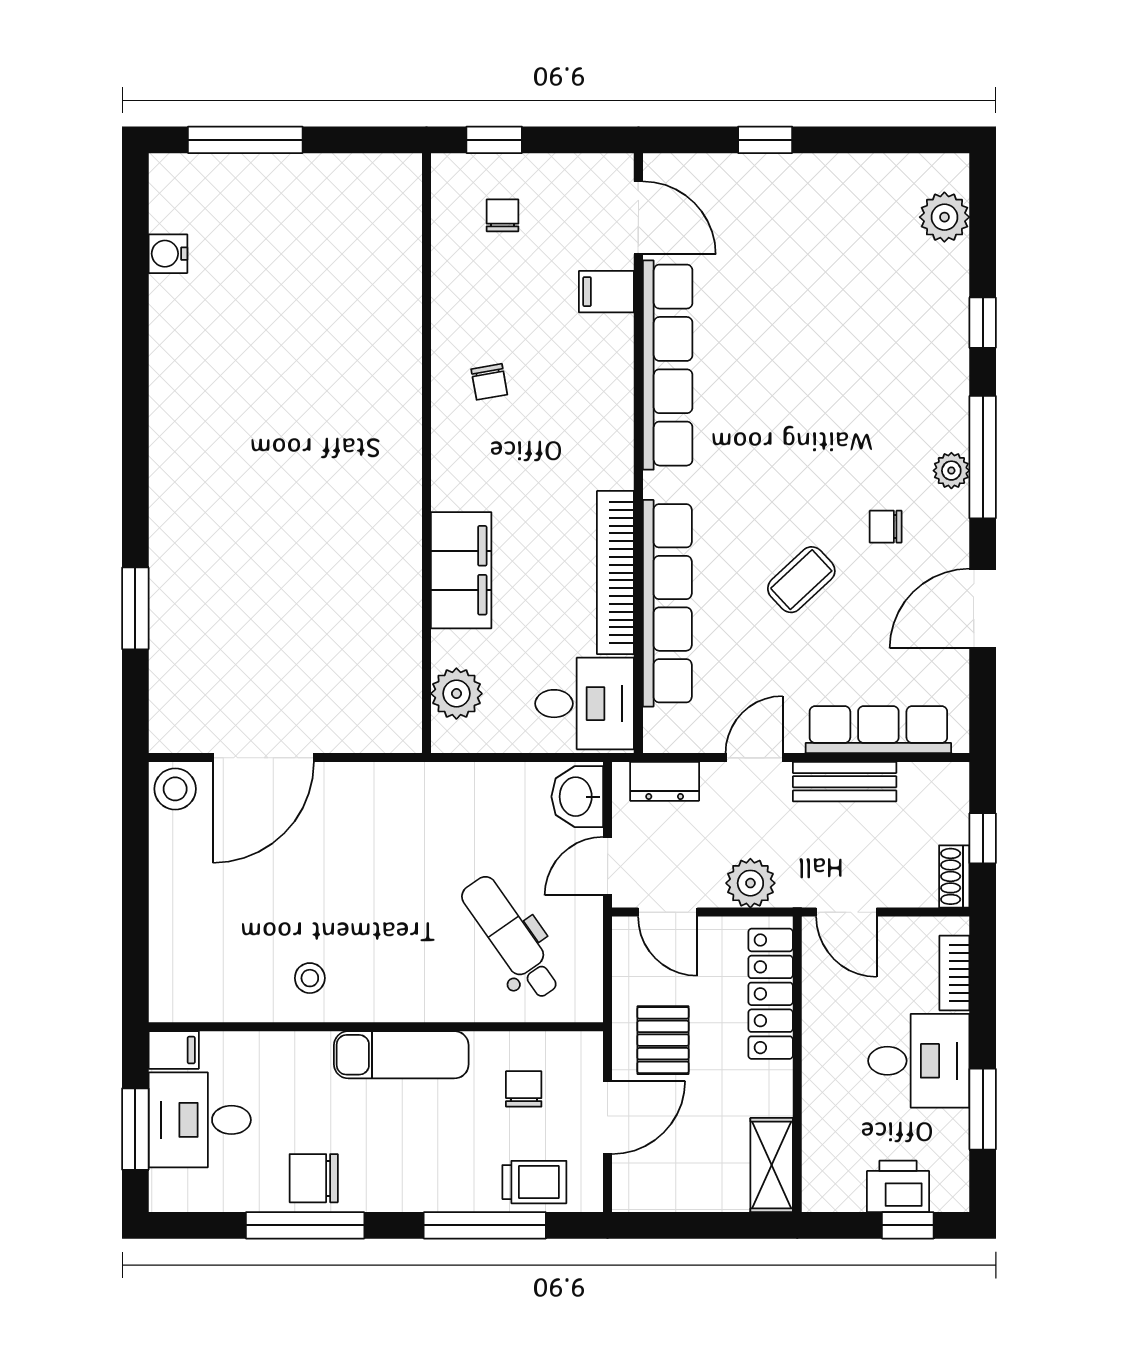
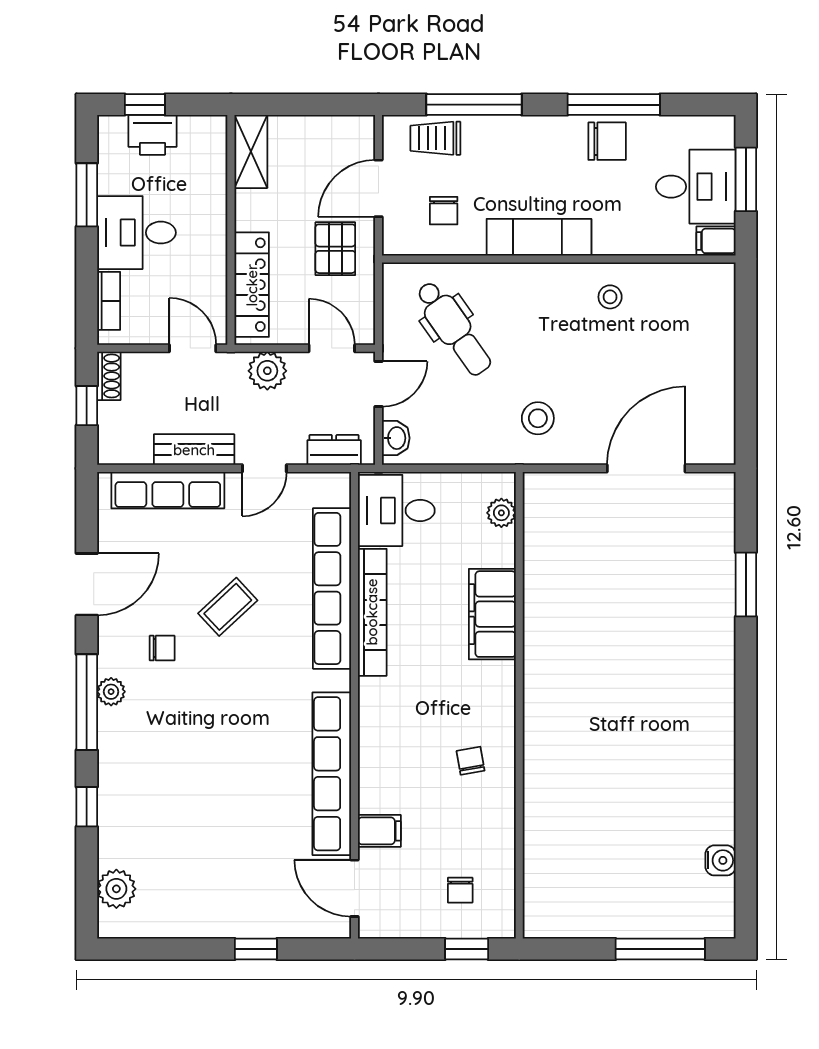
plant: (456, 694) -> (501, 513), width x0.73, depth x0.73
stool: (175, 789) -> (538, 418), moved
washbasin: (577, 797) -> (396, 438), width x0.72, depth x0.69

